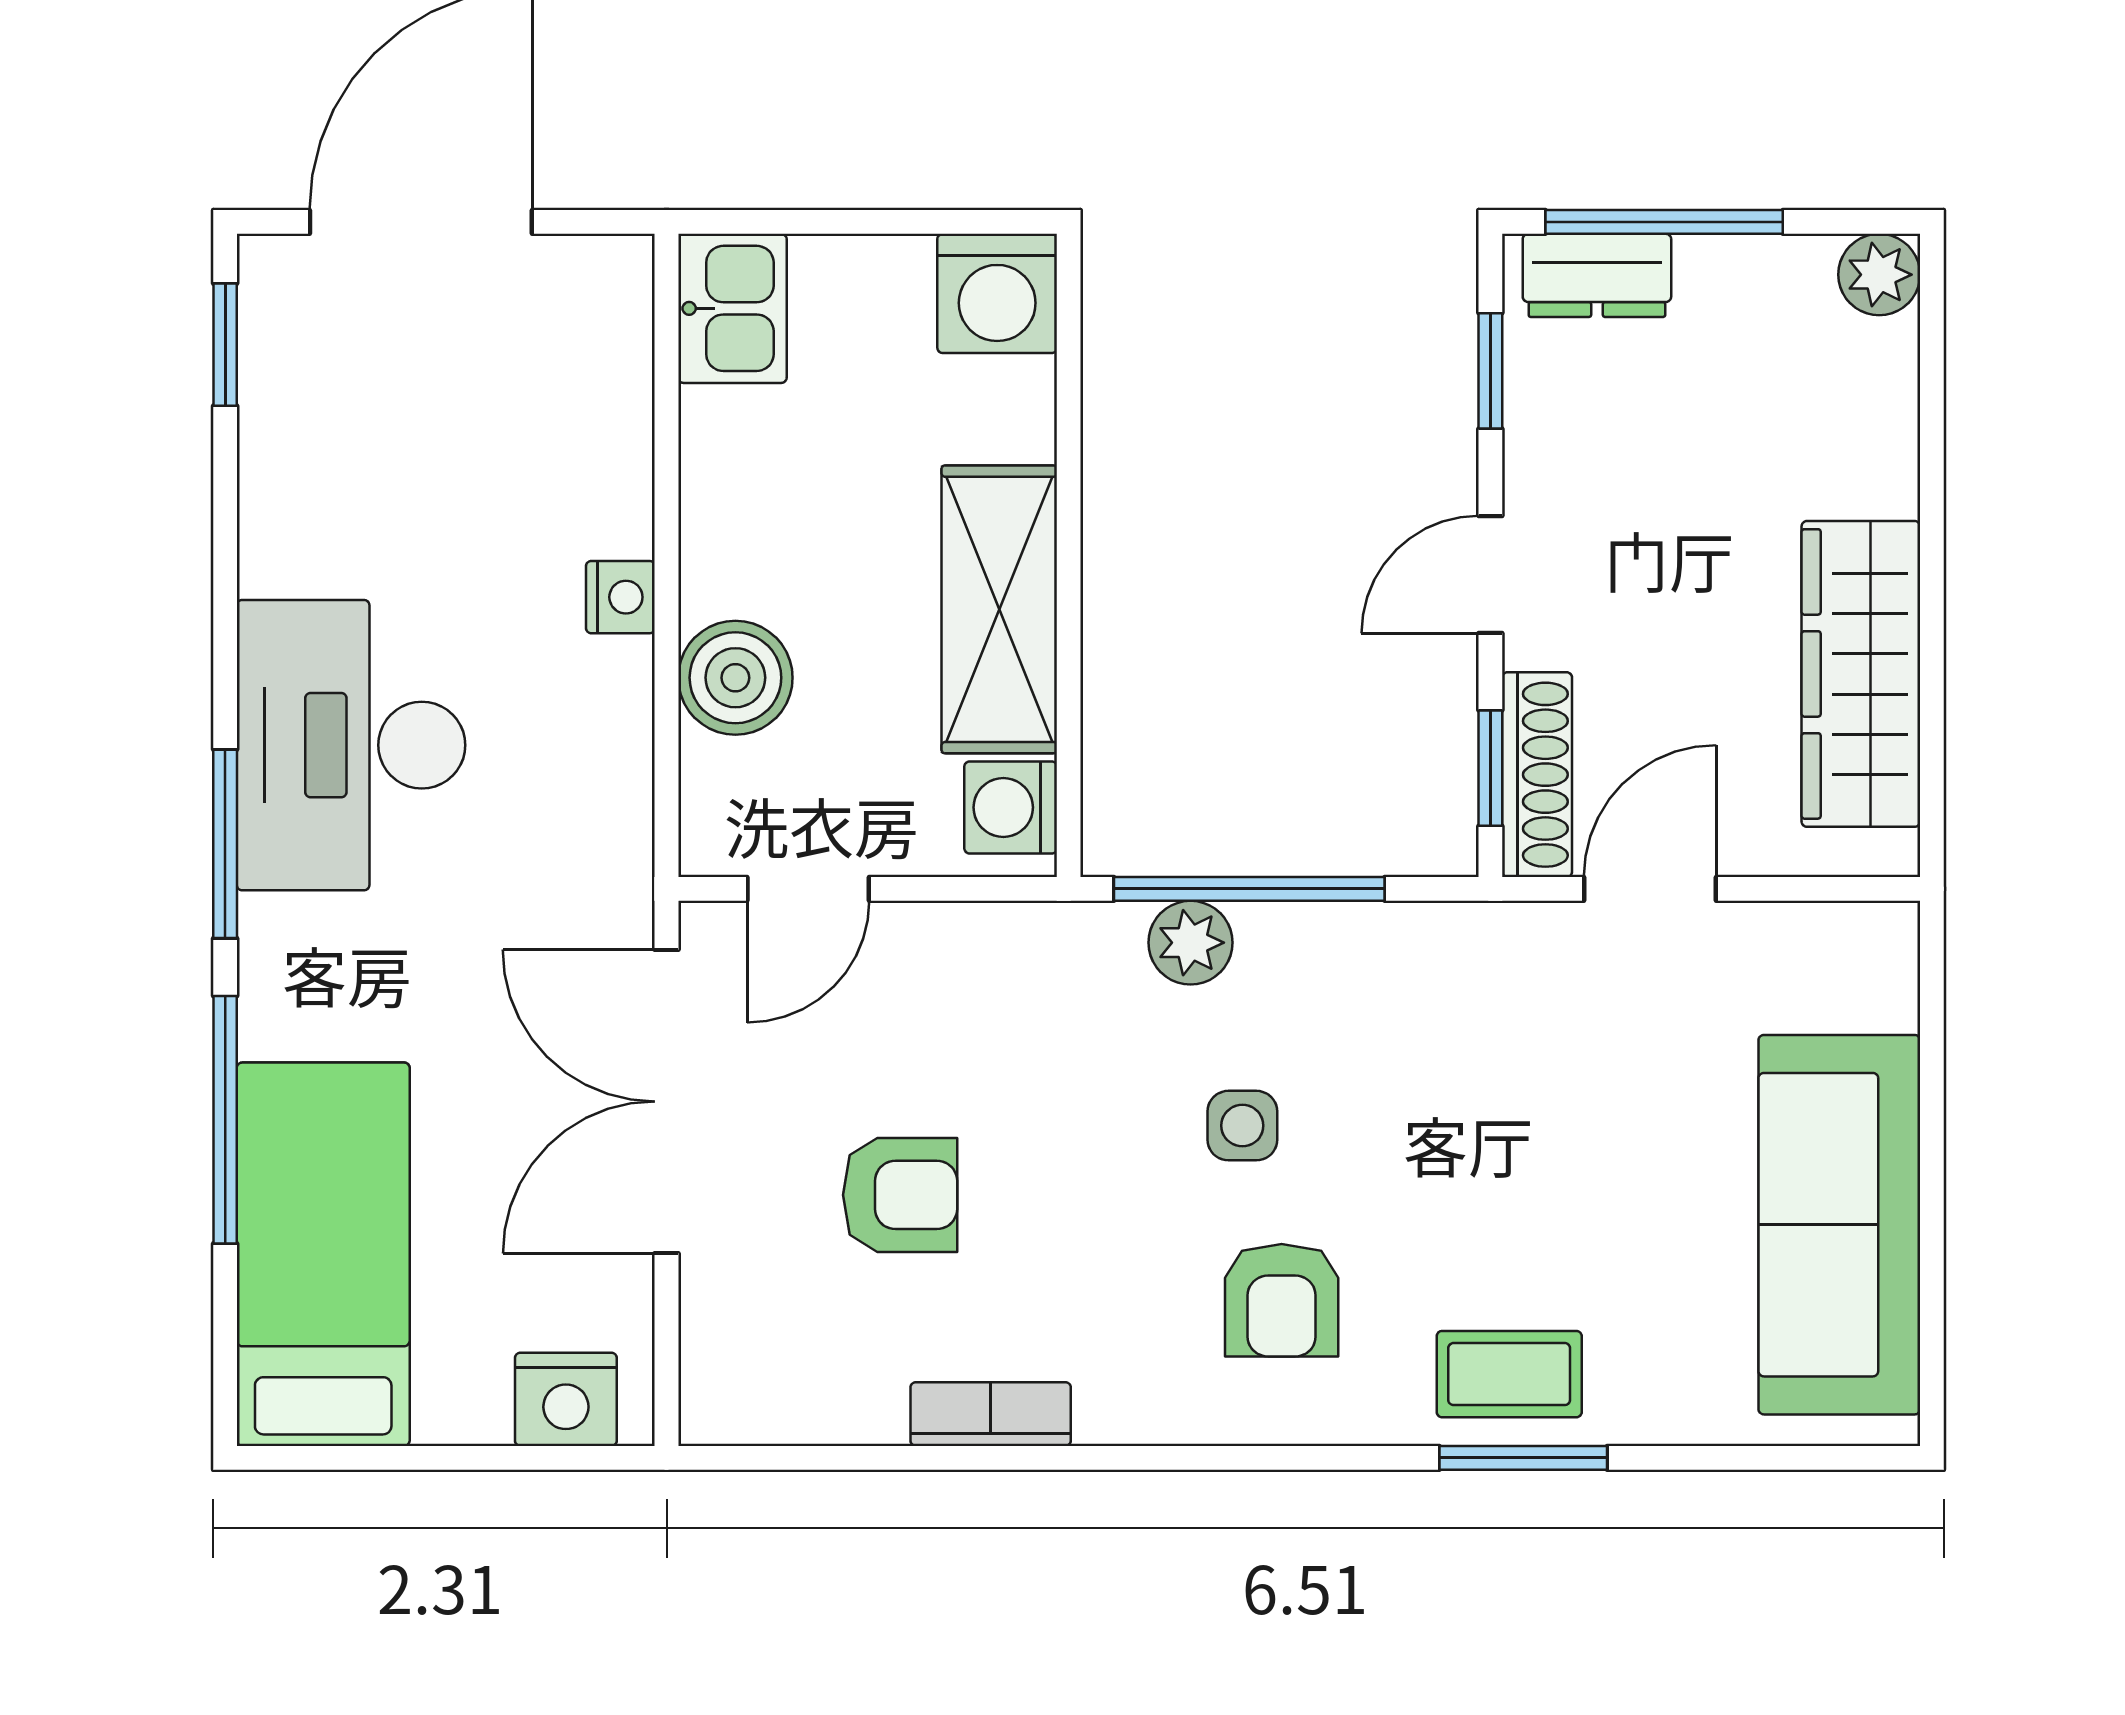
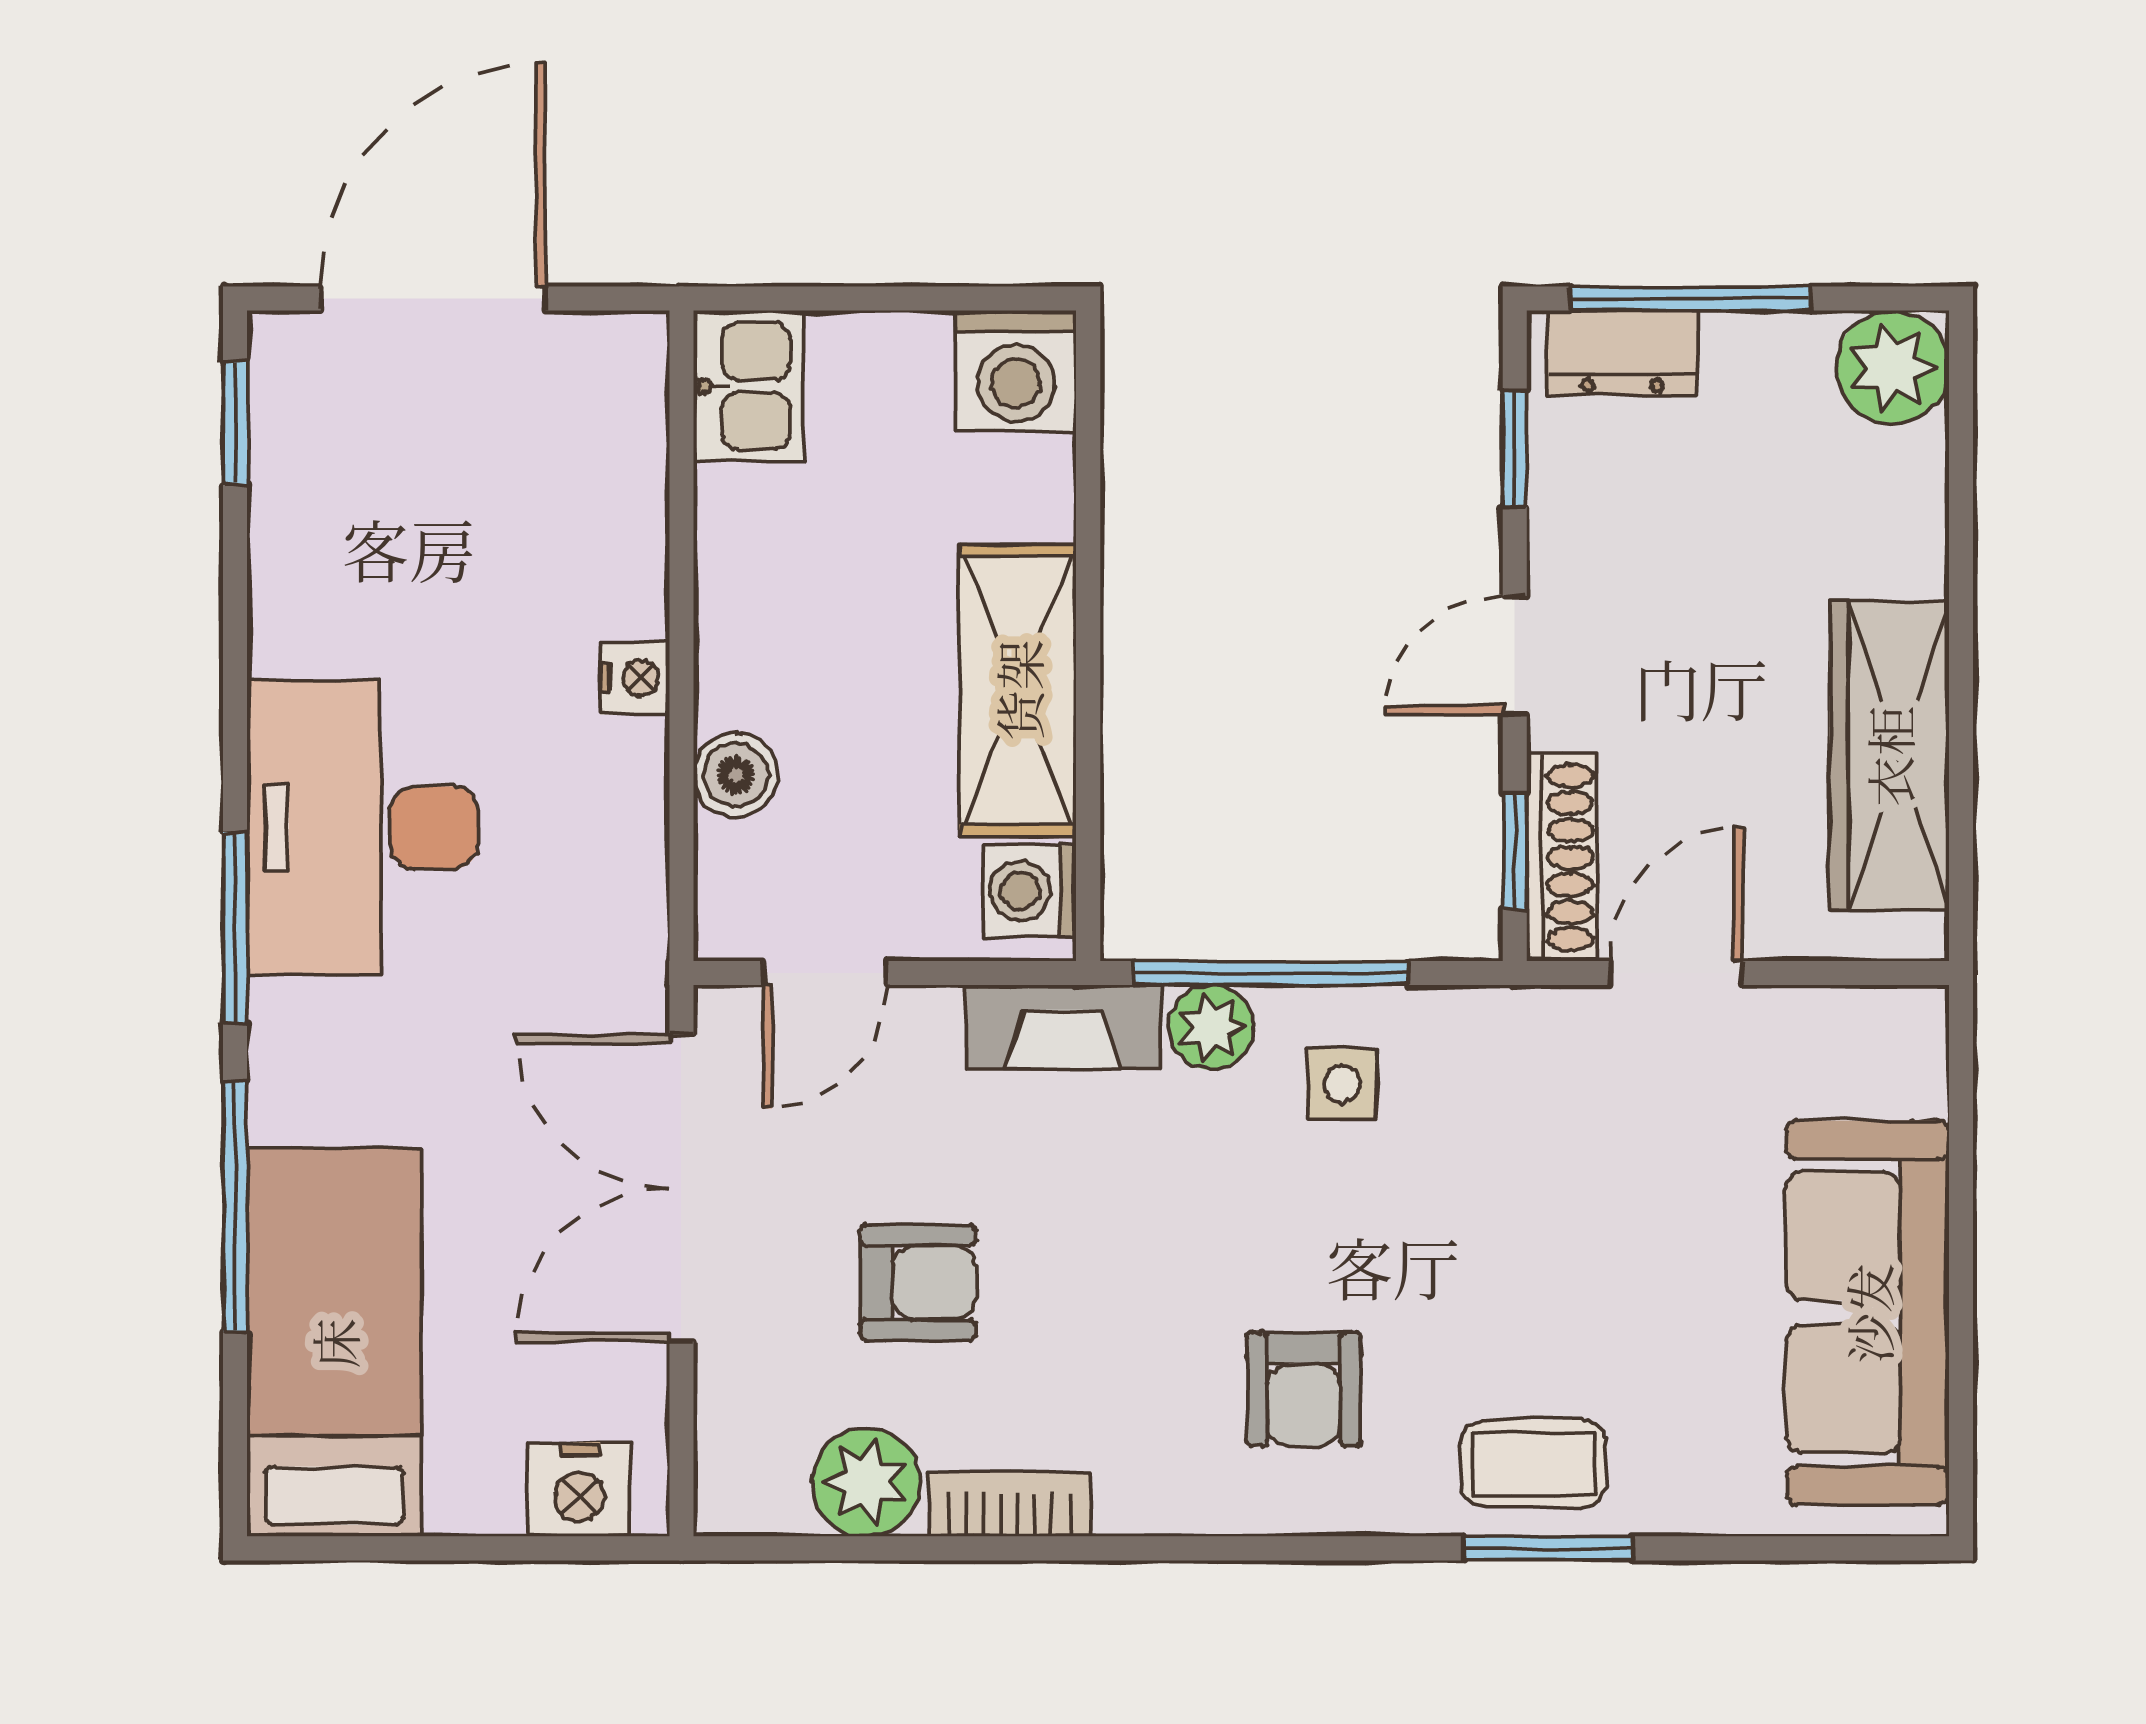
plant: (1879, 275) -> (1892, 367), width x1.38, depth x1.38
boiler: (735, 678) -> (736, 775), width x0.73, depth x0.73
fireplace: (1044, 942) -> (1063, 1027), added
side table: (1242, 1126) -> (1342, 1084), moved
plant: (849, 1392) -> (866, 1482), added

